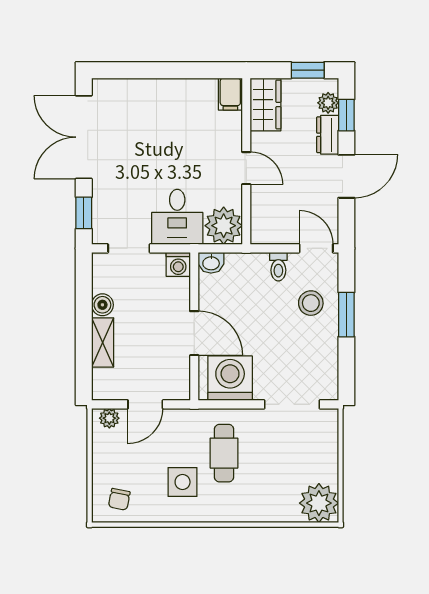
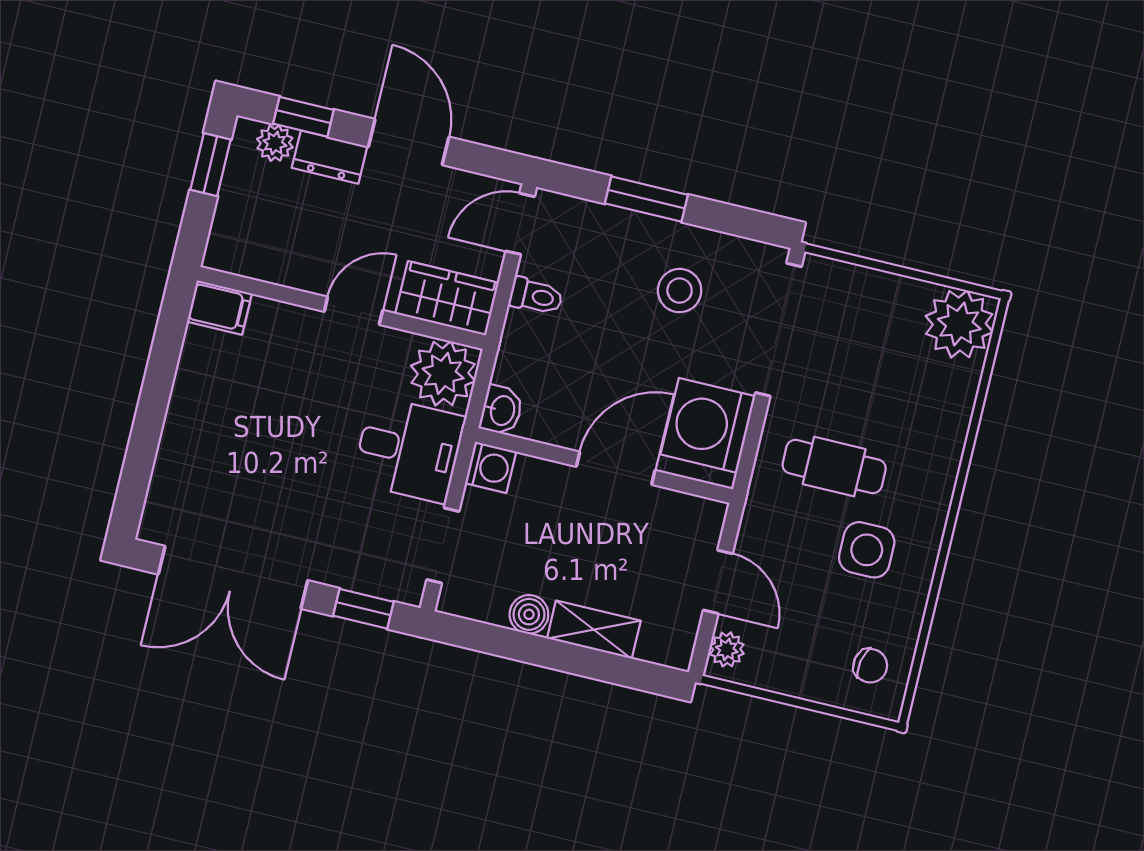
wardrobe: (265, 104) -> (447, 298), moved
stool: (311, 303) -> (680, 291), moved
doorway: (292, 404) -> (778, 330), width x1.36

